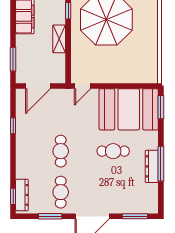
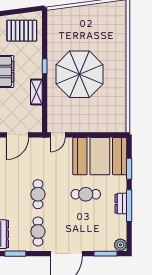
window: (161, 107) -> (129, 169), moved
dresser: (152, 166) -> (121, 204), width x0.70
plant: (151, 207) -> (120, 245), added
window: (50, 216) -> (15, 254), moved

